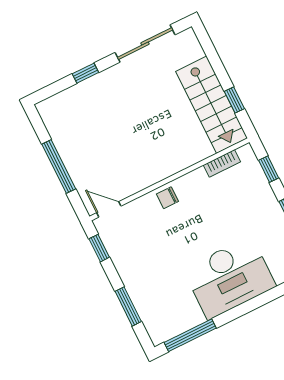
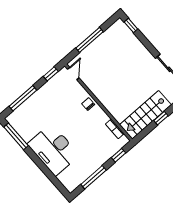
window: (85, 73) -> (131, 26), moved
window: (234, 100) -> (161, 118), moved
window: (128, 306) -> (23, 98), width x1.44

